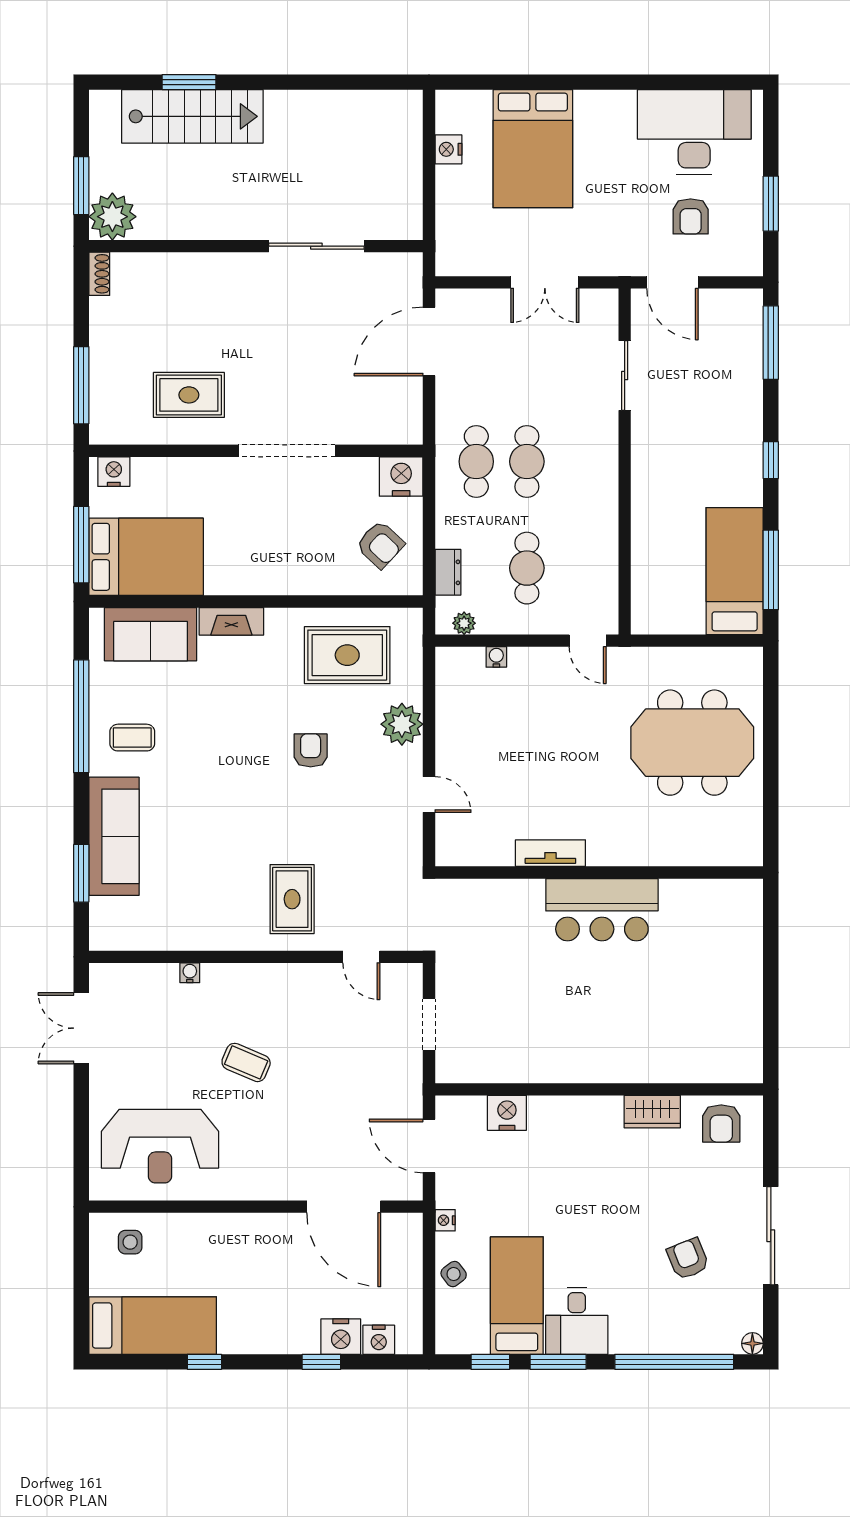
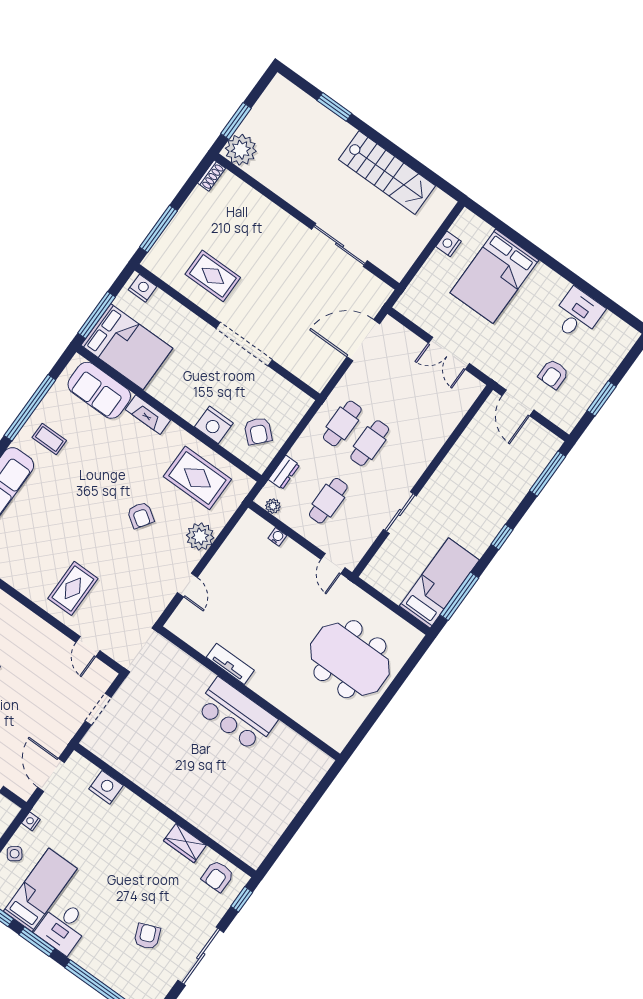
stairs: (192, 116) -> (387, 173), moved
desk: (694, 132) -> (577, 314), width x0.53, depth x0.77
sliding door: (625, 375) -> (400, 513), moved
nightstand: (401, 477) -> (214, 425), moved, turned 180
armchair: (311, 750) -> (141, 515), turned 124
window: (771, 1130) -> (242, 899), added

